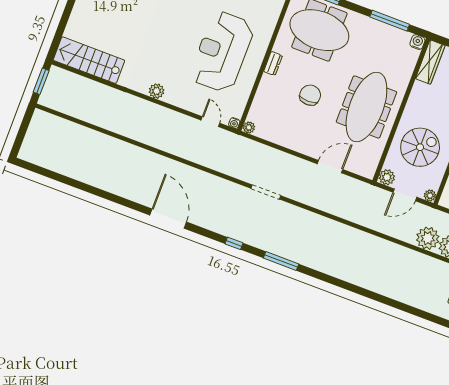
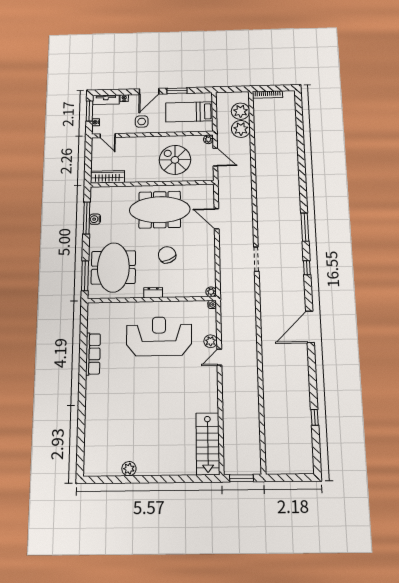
water cooler: (417, 42) -> (95, 219), moved
reception desk: (222, 52) -> (159, 336), turned 180
plant: (157, 91) -> (211, 341), moved
chair: (310, 95) -> (167, 255), turned 67
door: (210, 122) -> (219, 357), moved
plant: (387, 177) -> (207, 175), removed
window: (72, 183) -> (315, 417), added

